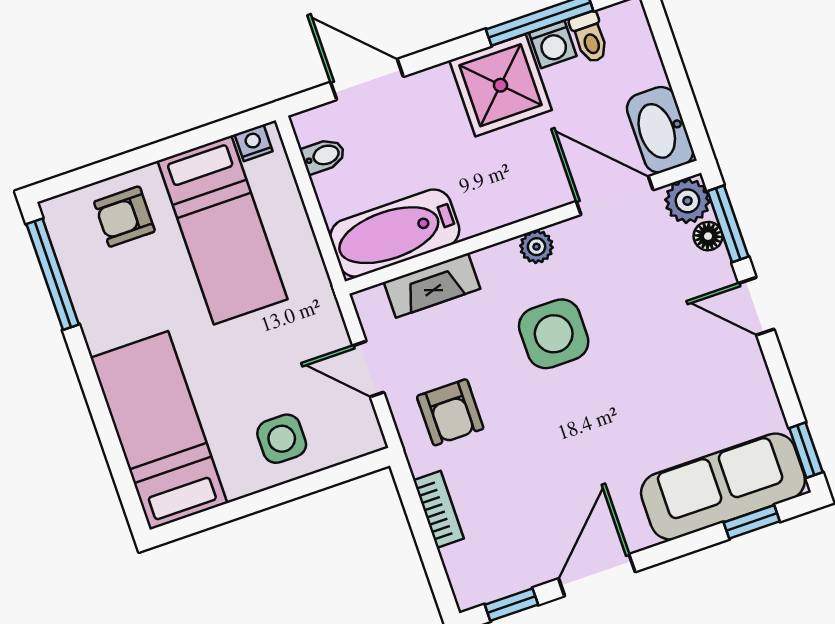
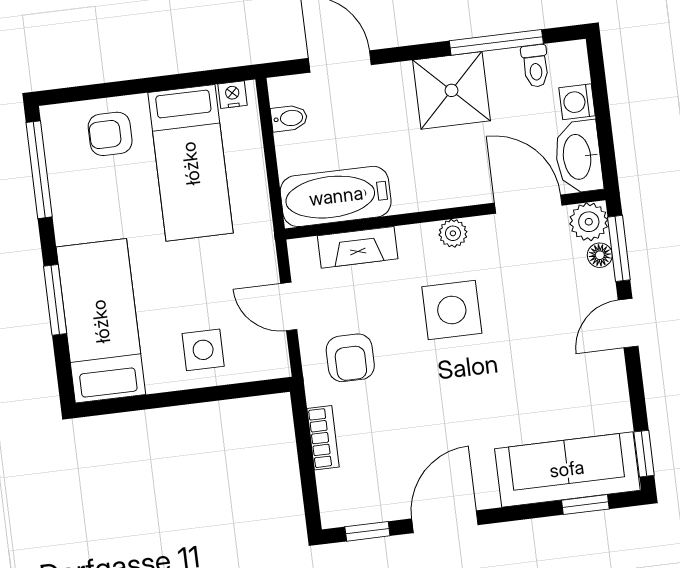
washing machine: (553, 44) -> (577, 102), moved, turned 90
door: (756, 306) -> (628, 323), hinge flipped
window: (102, 418) -> (55, 300), added

